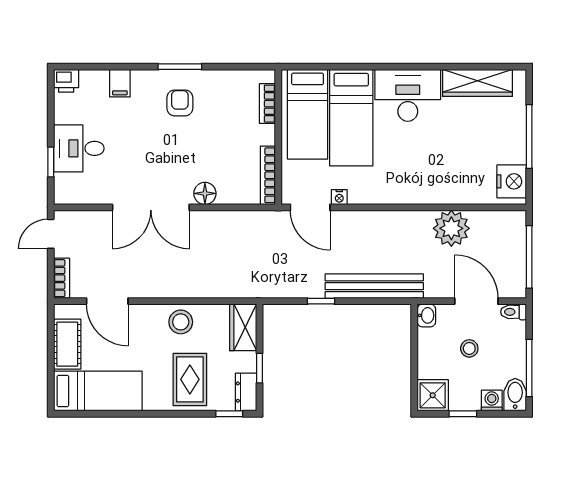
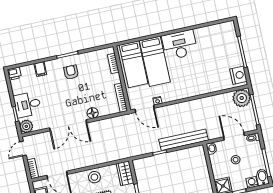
wardrobe: (477, 83) -> (212, 32), removed
plant: (67, 191) -> (26, 126), added
plant: (451, 228) -> (242, 98), moved

